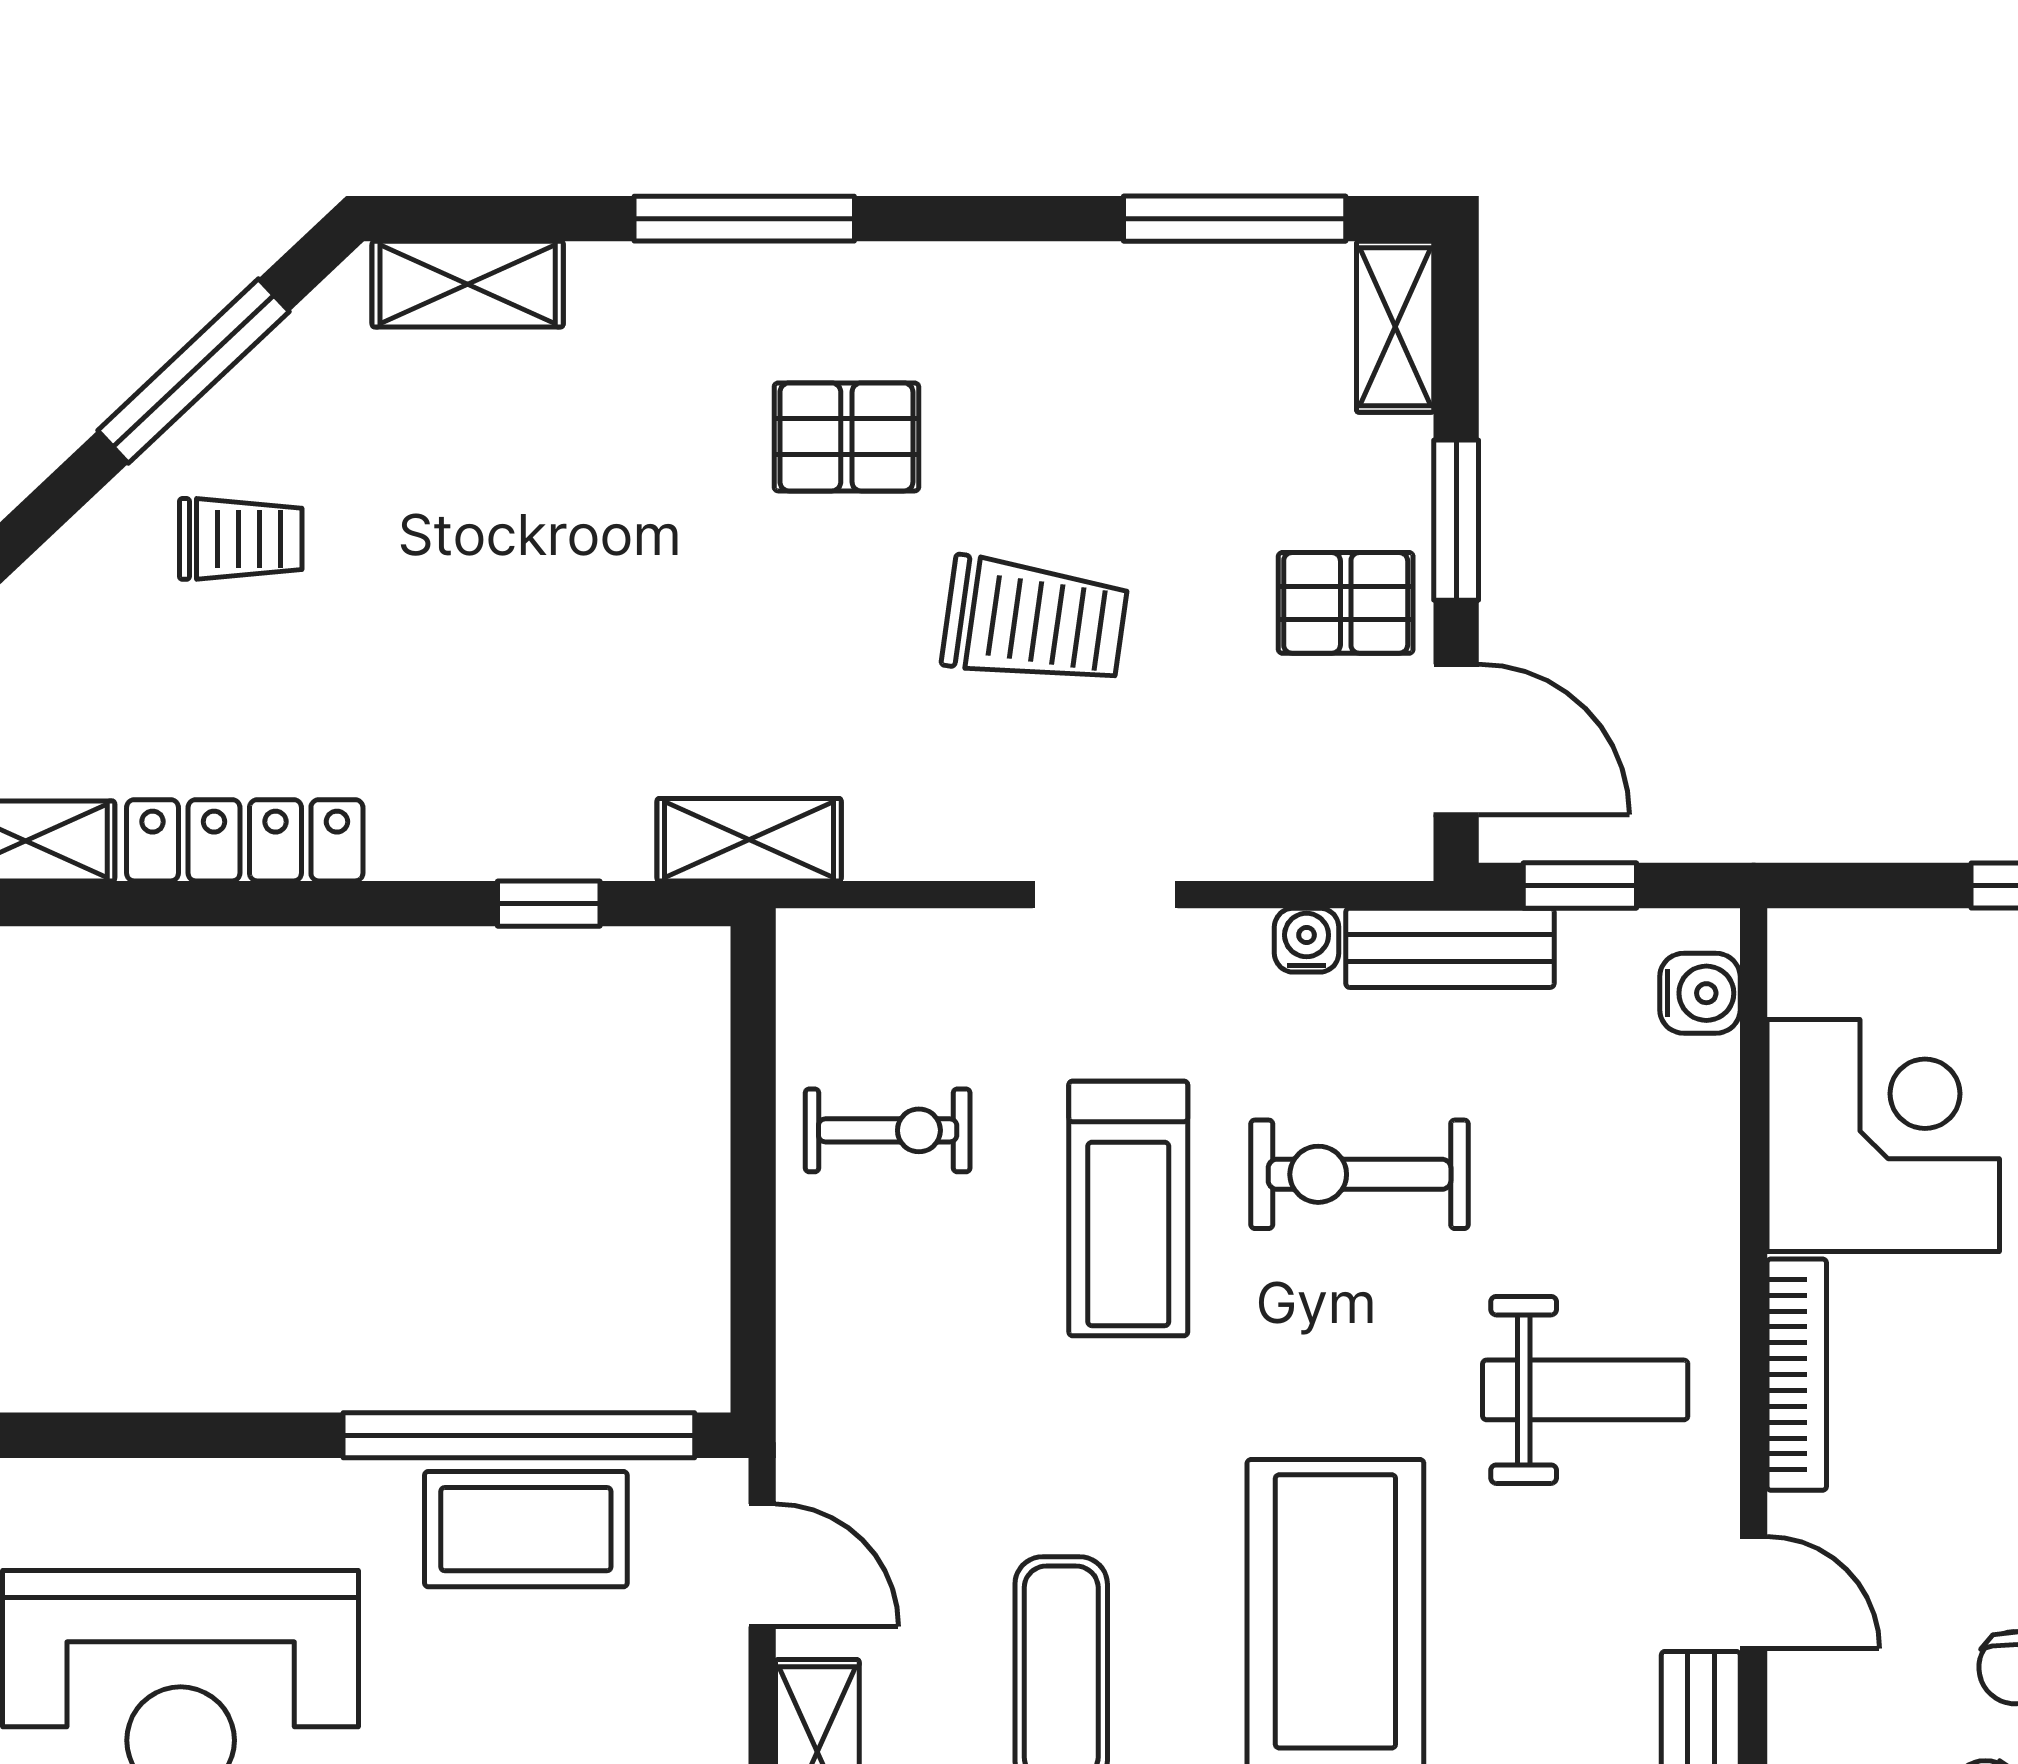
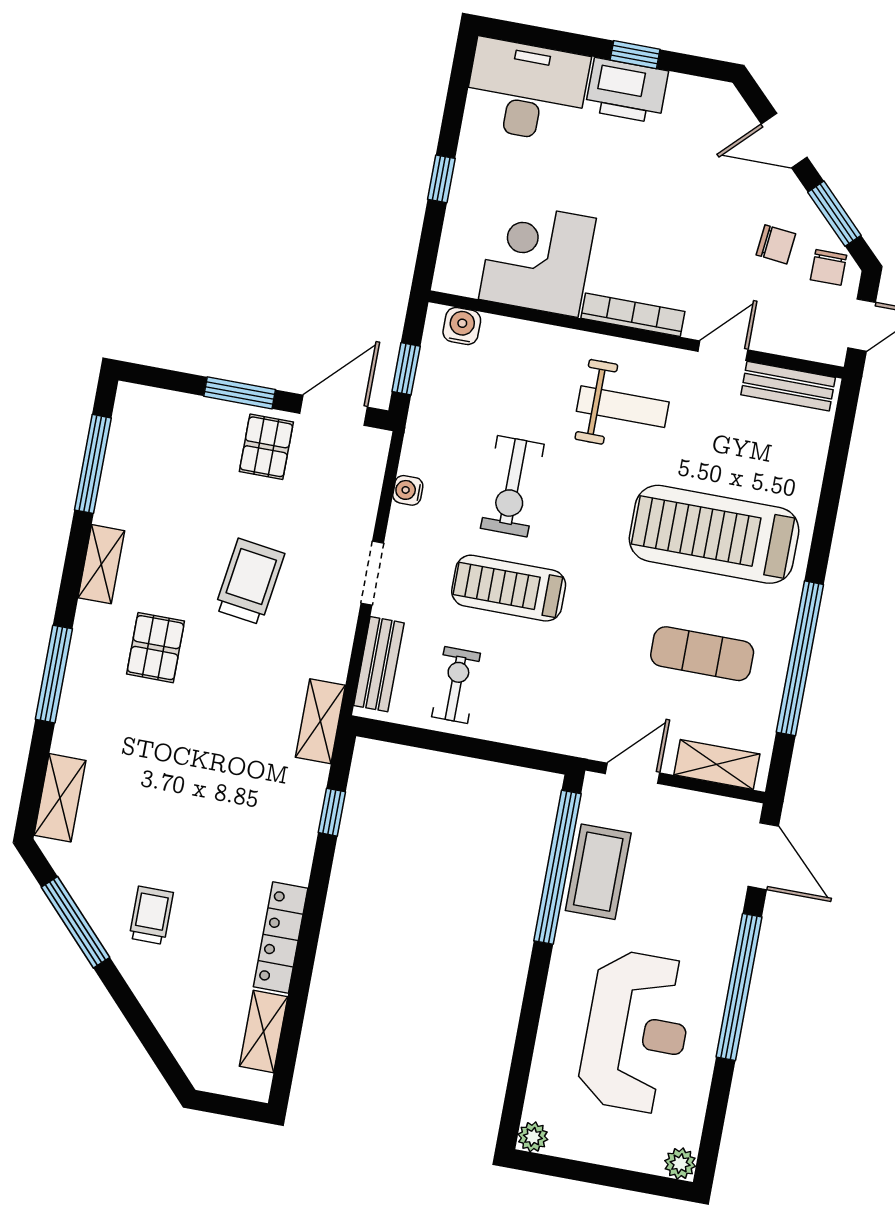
shelving: (1395, 327) -> (101, 564), moved, turned 90
bench: (1450, 948) -> (379, 664), moved
treadmill: (1128, 1208) -> (509, 588), turned 180
weight bench: (1585, 1390) -> (623, 407), turned 90

